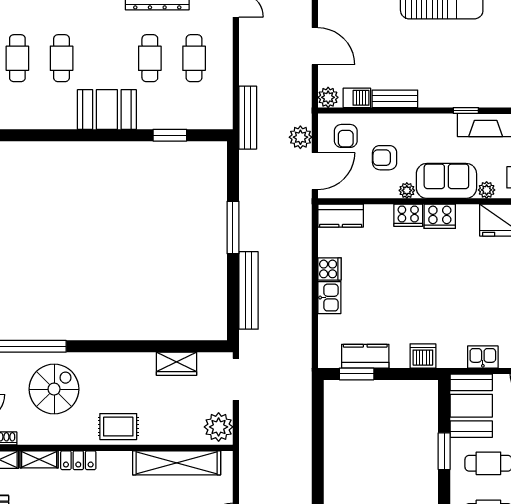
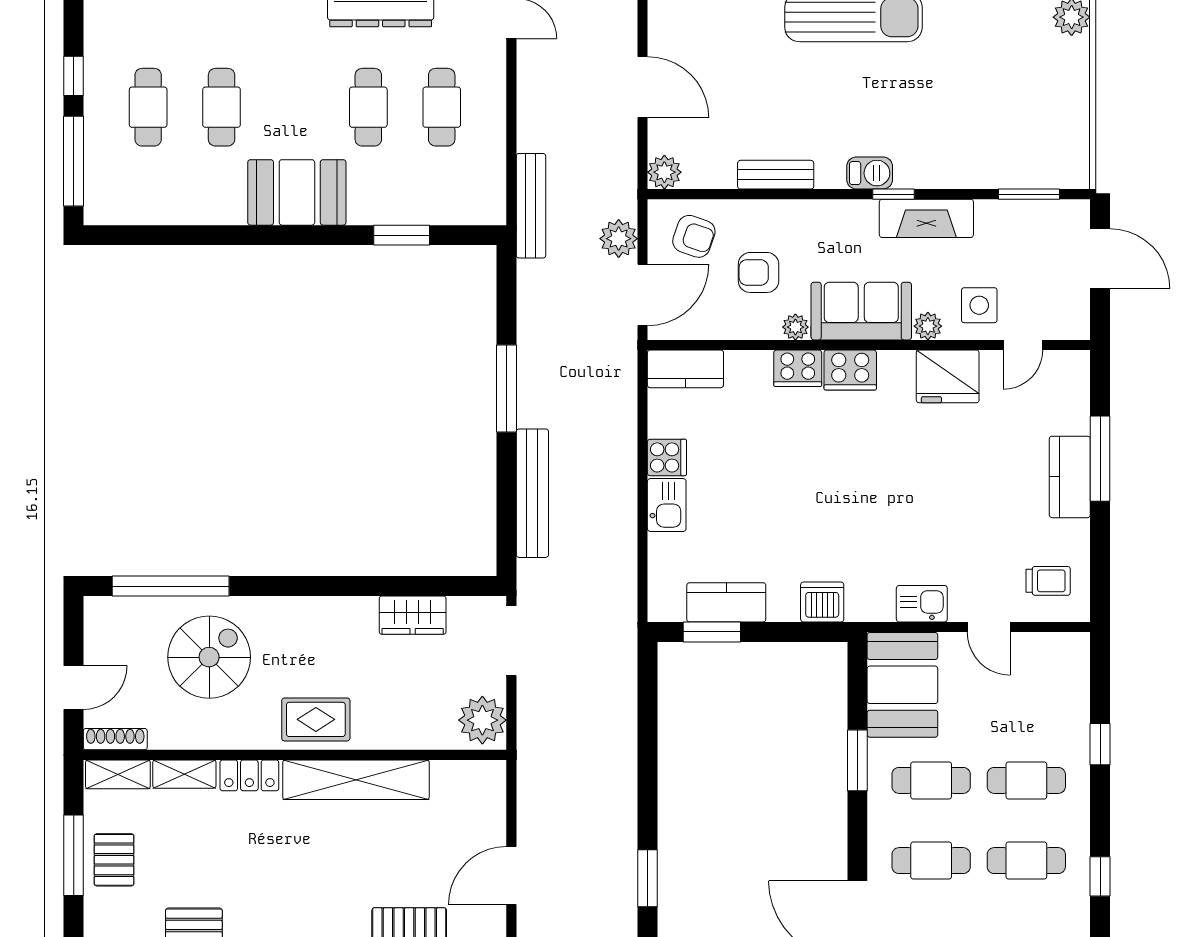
barbecue: (357, 98) -> (870, 173), moved
armchair: (346, 136) -> (694, 236), turned -71
shelving: (177, 463) -> (356, 780), moved

